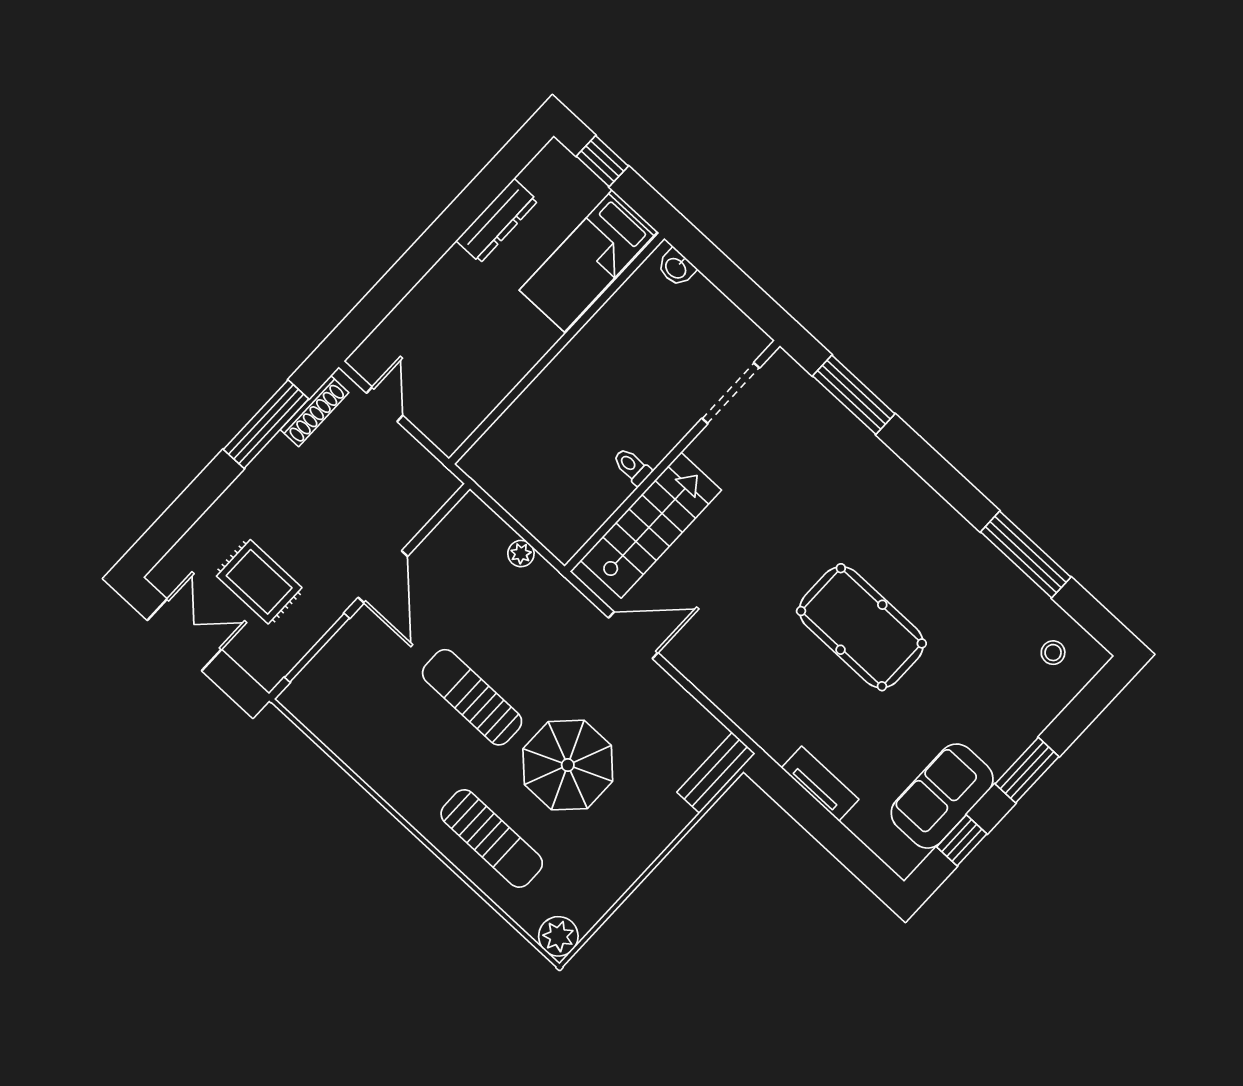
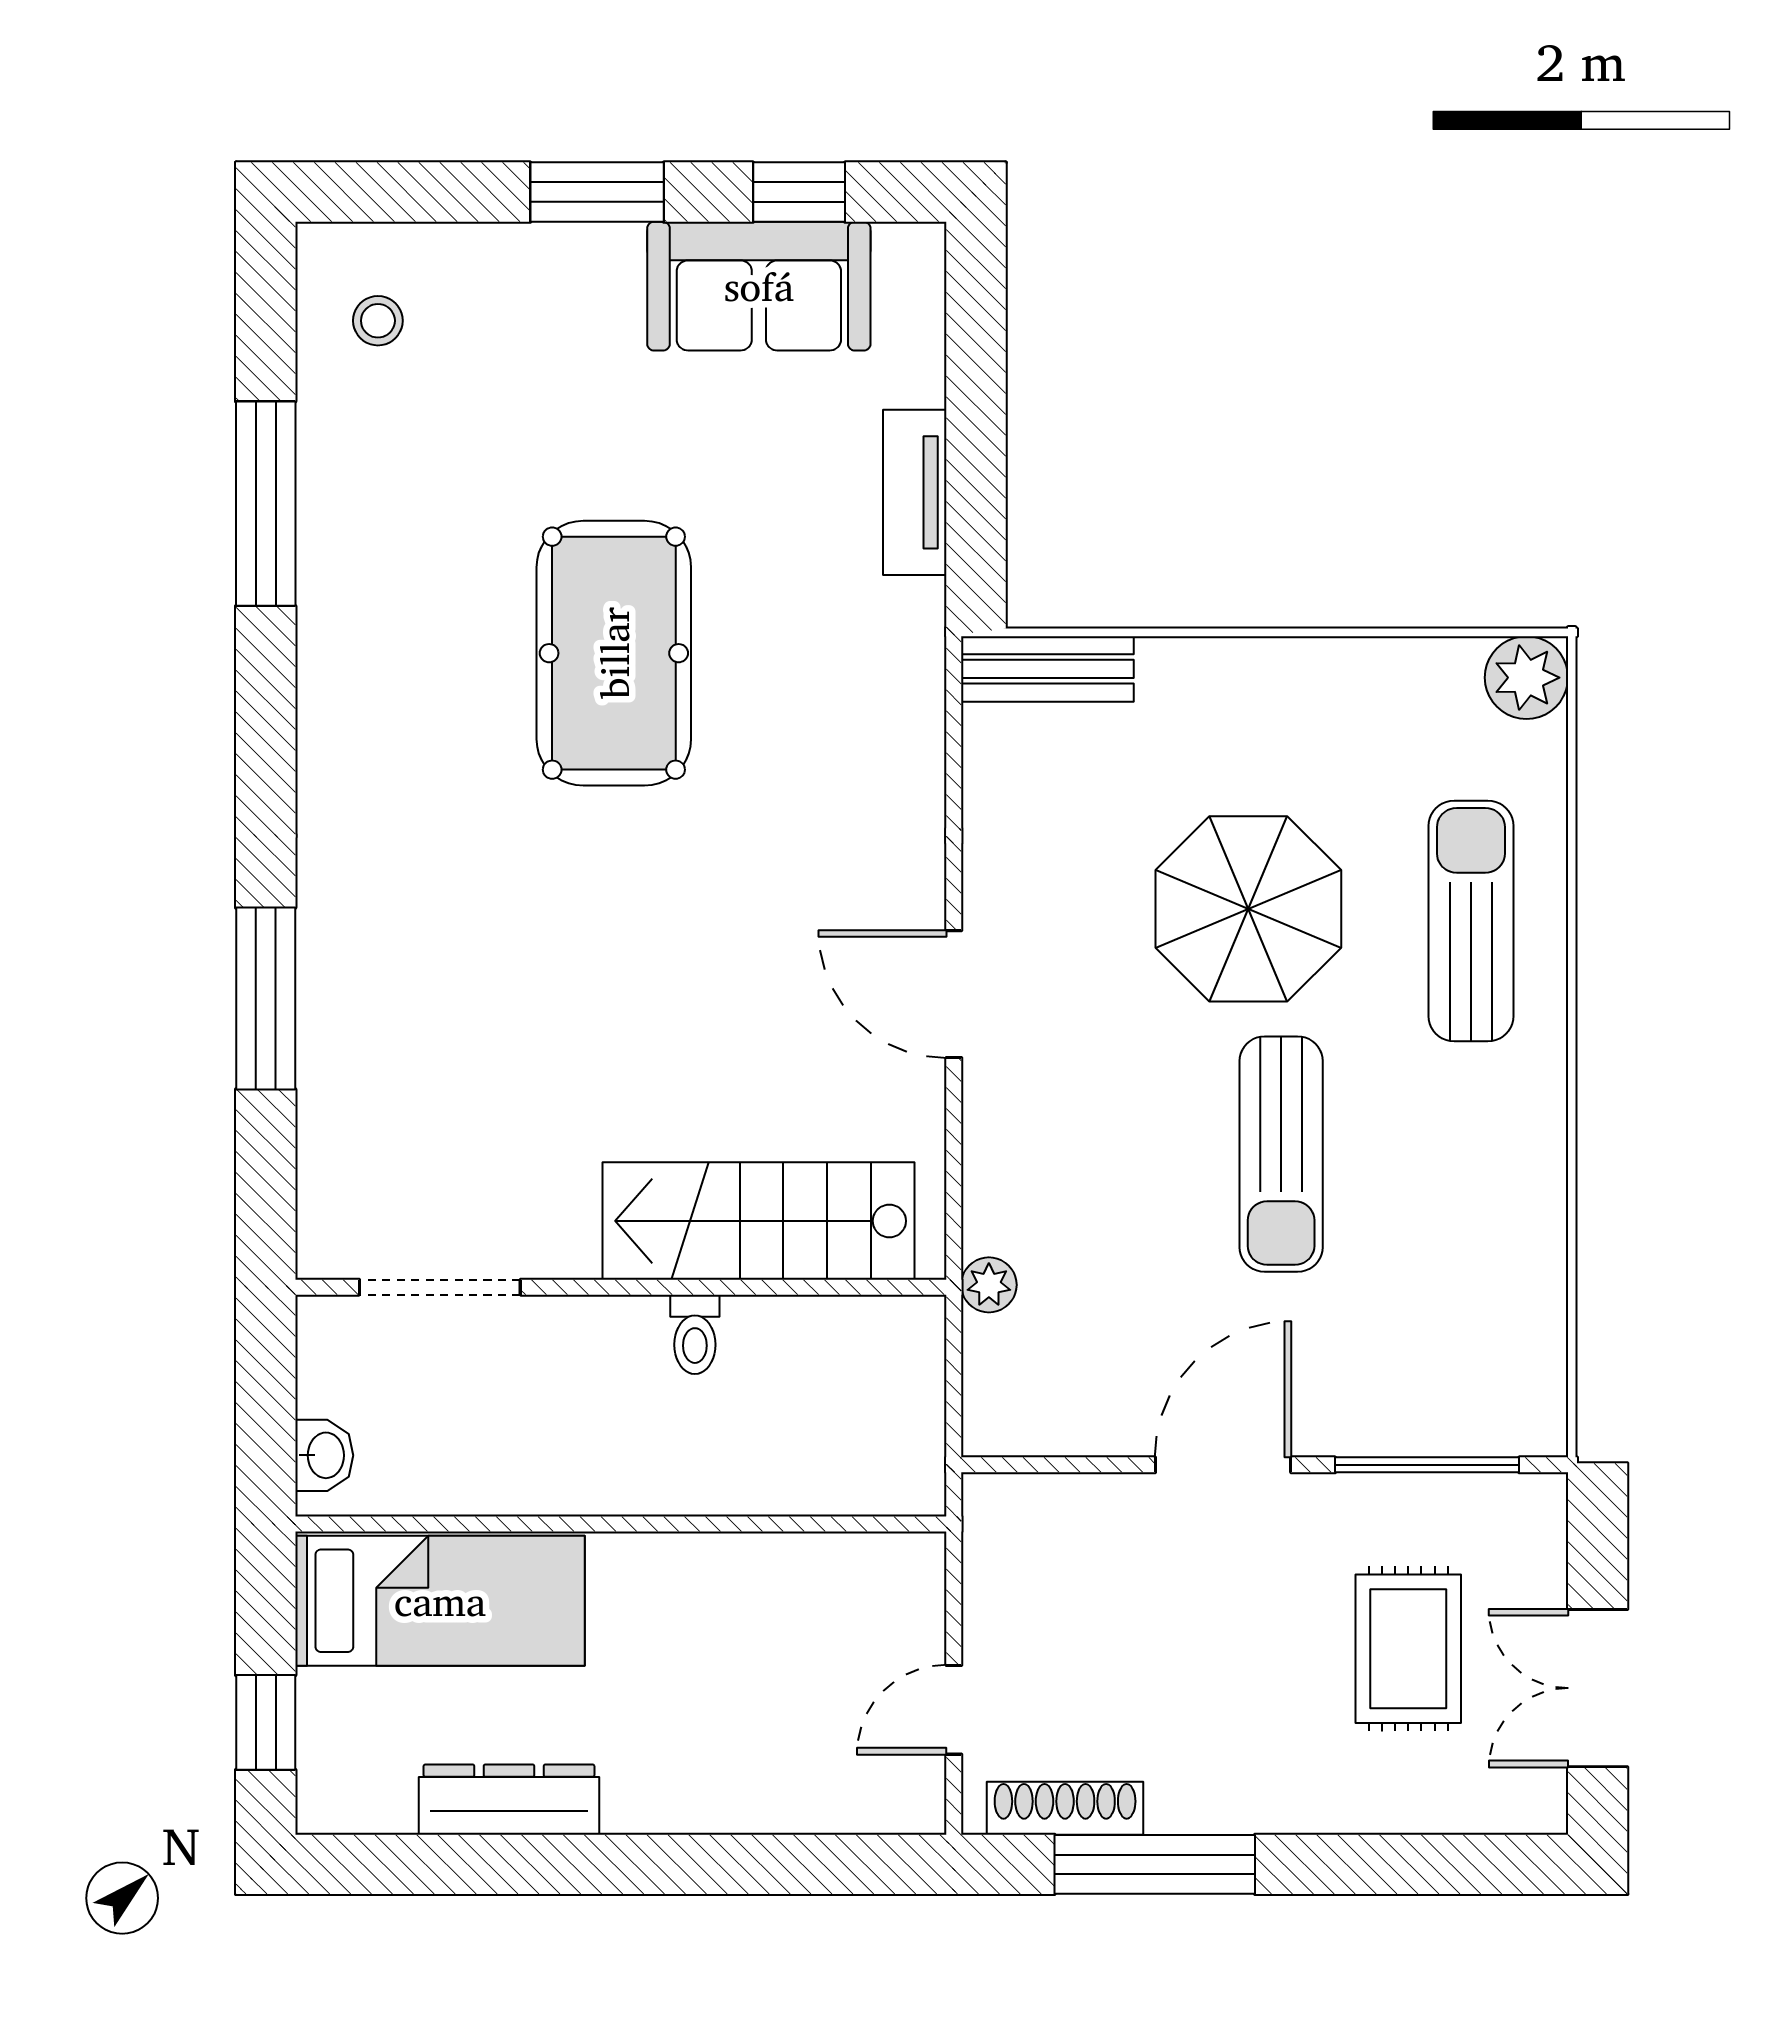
doorway: (731, 393) -> (440, 1287), moved
wall: (672, 456) -> (621, 1287), moved
toilet: (632, 467) -> (695, 1334), moved
stairs: (651, 525) -> (758, 1221), moved

